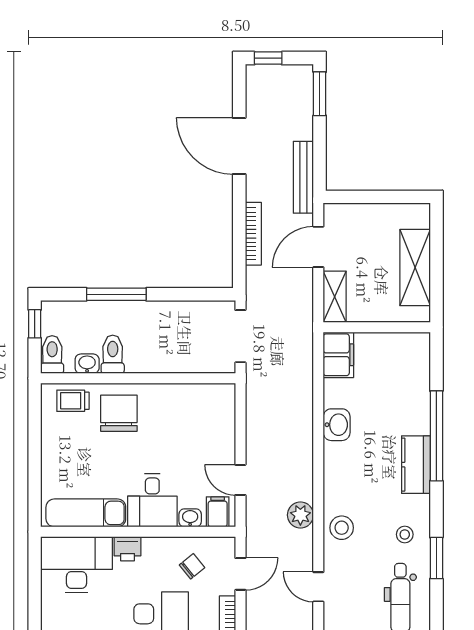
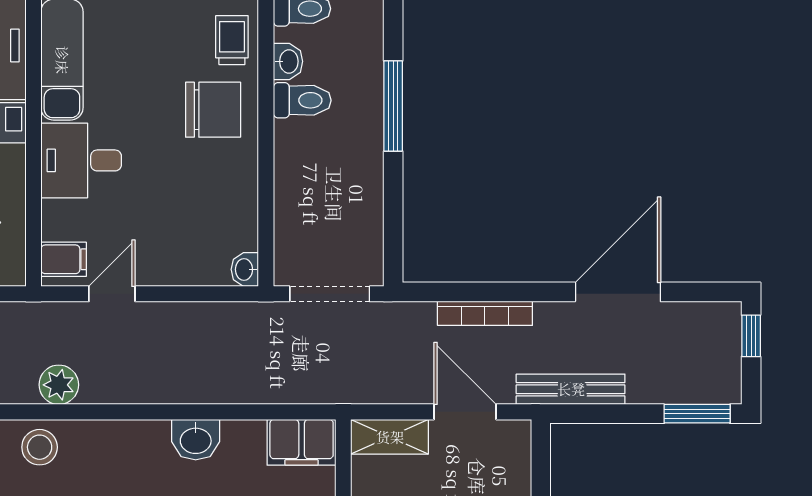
washbasin: (190, 518) -> (245, 269), moved, turned 180

